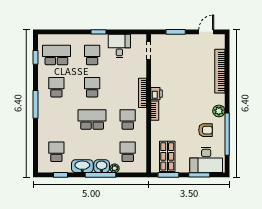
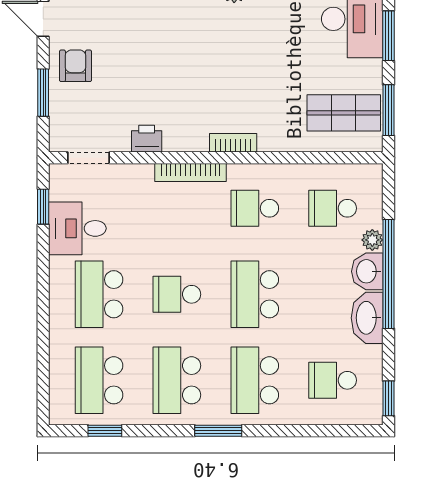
window: (99, 32) -> (43, 207), moved
school desk: (92, 55) -> (99, 294), width x1.85
school desk: (56, 87) -> (177, 380), width x1.85
printer: (157, 94) -> (147, 139), moved
window: (36, 104) -> (218, 431), width x0.69
school desk: (56, 120) -> (255, 380), added
armchair: (206, 130) -> (75, 66), moved
window: (61, 175) -> (389, 398), moved
window: (100, 175) -> (389, 274), width x1.46

